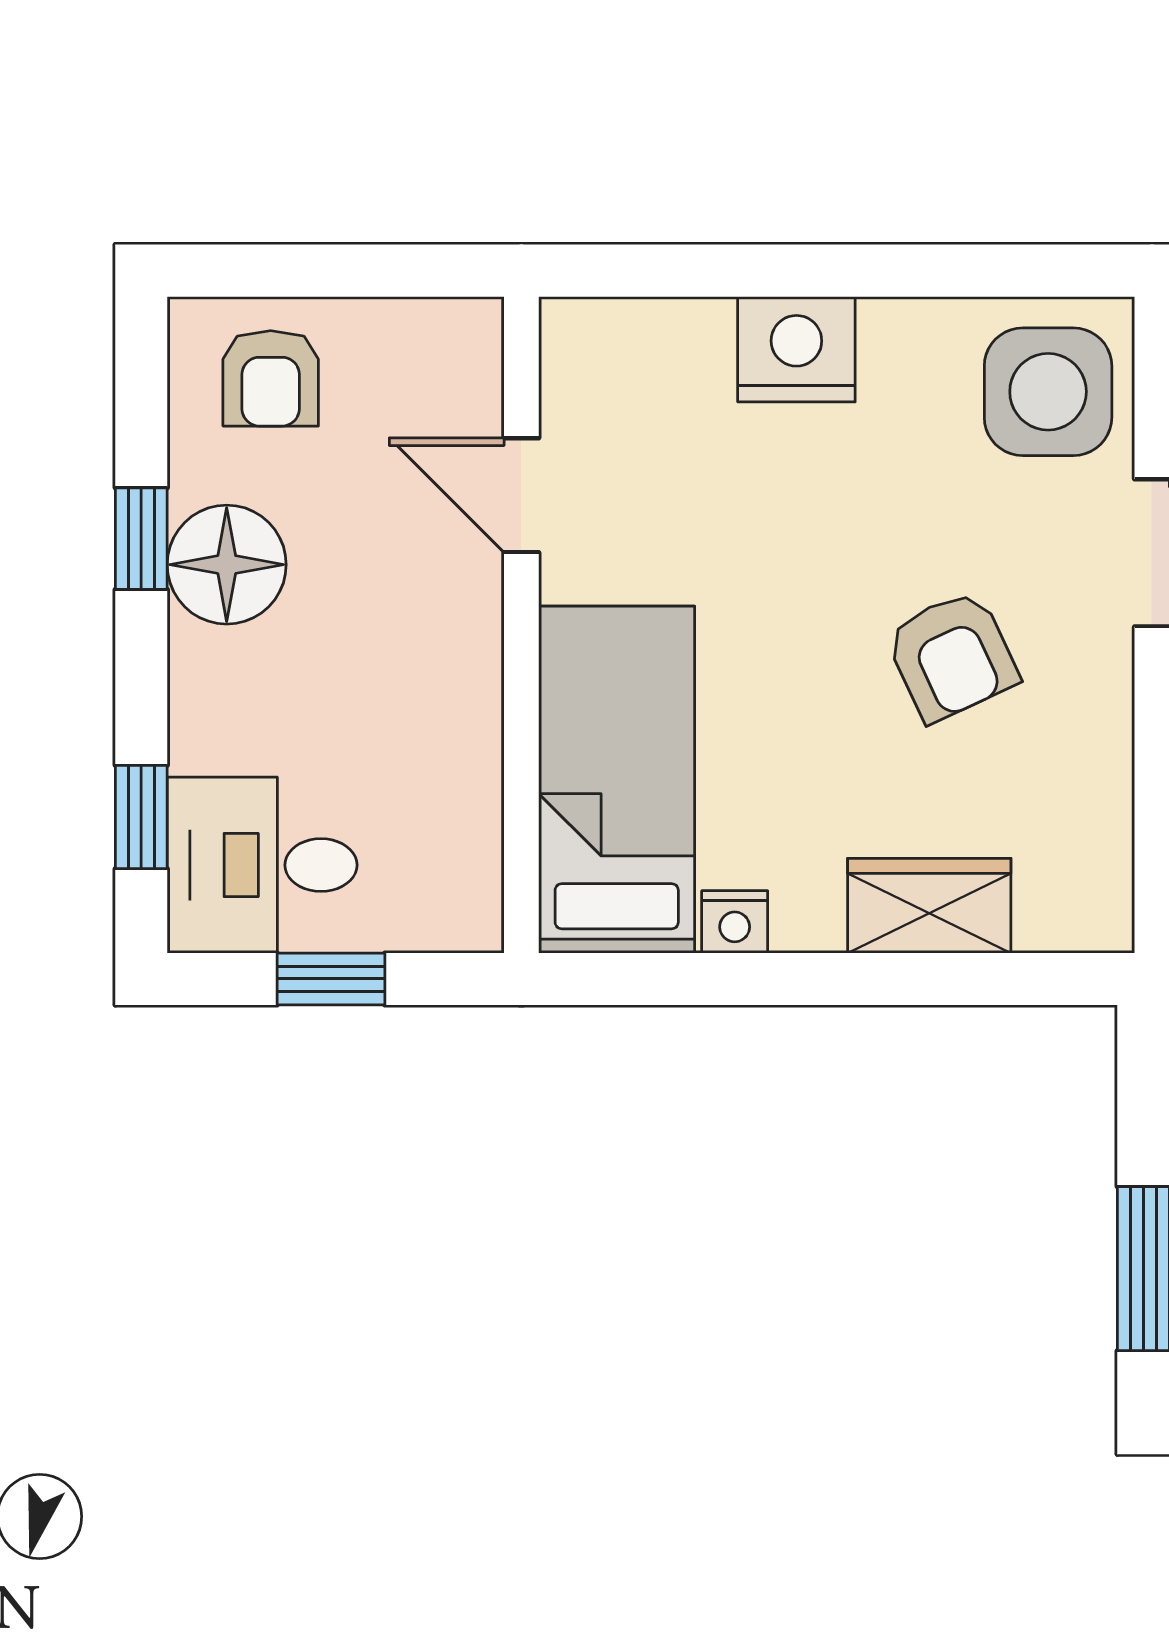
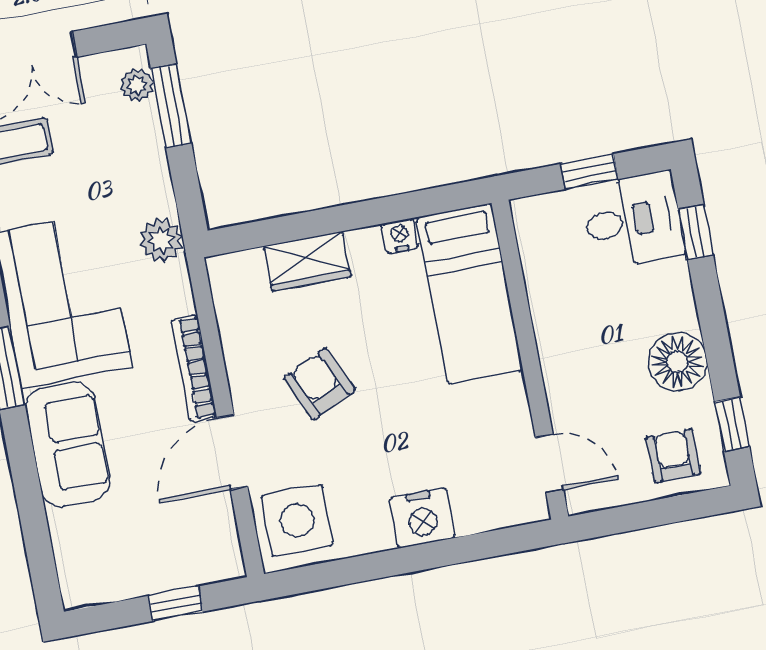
door: (521, 495) -> (549, 464), moved
window: (141, 539) -> (732, 424), moved

